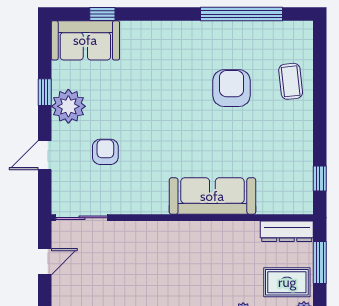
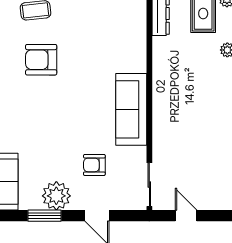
window: (45, 92) -> (44, 216), width x1.50
sofa: (212, 196) -> (131, 109), moved

